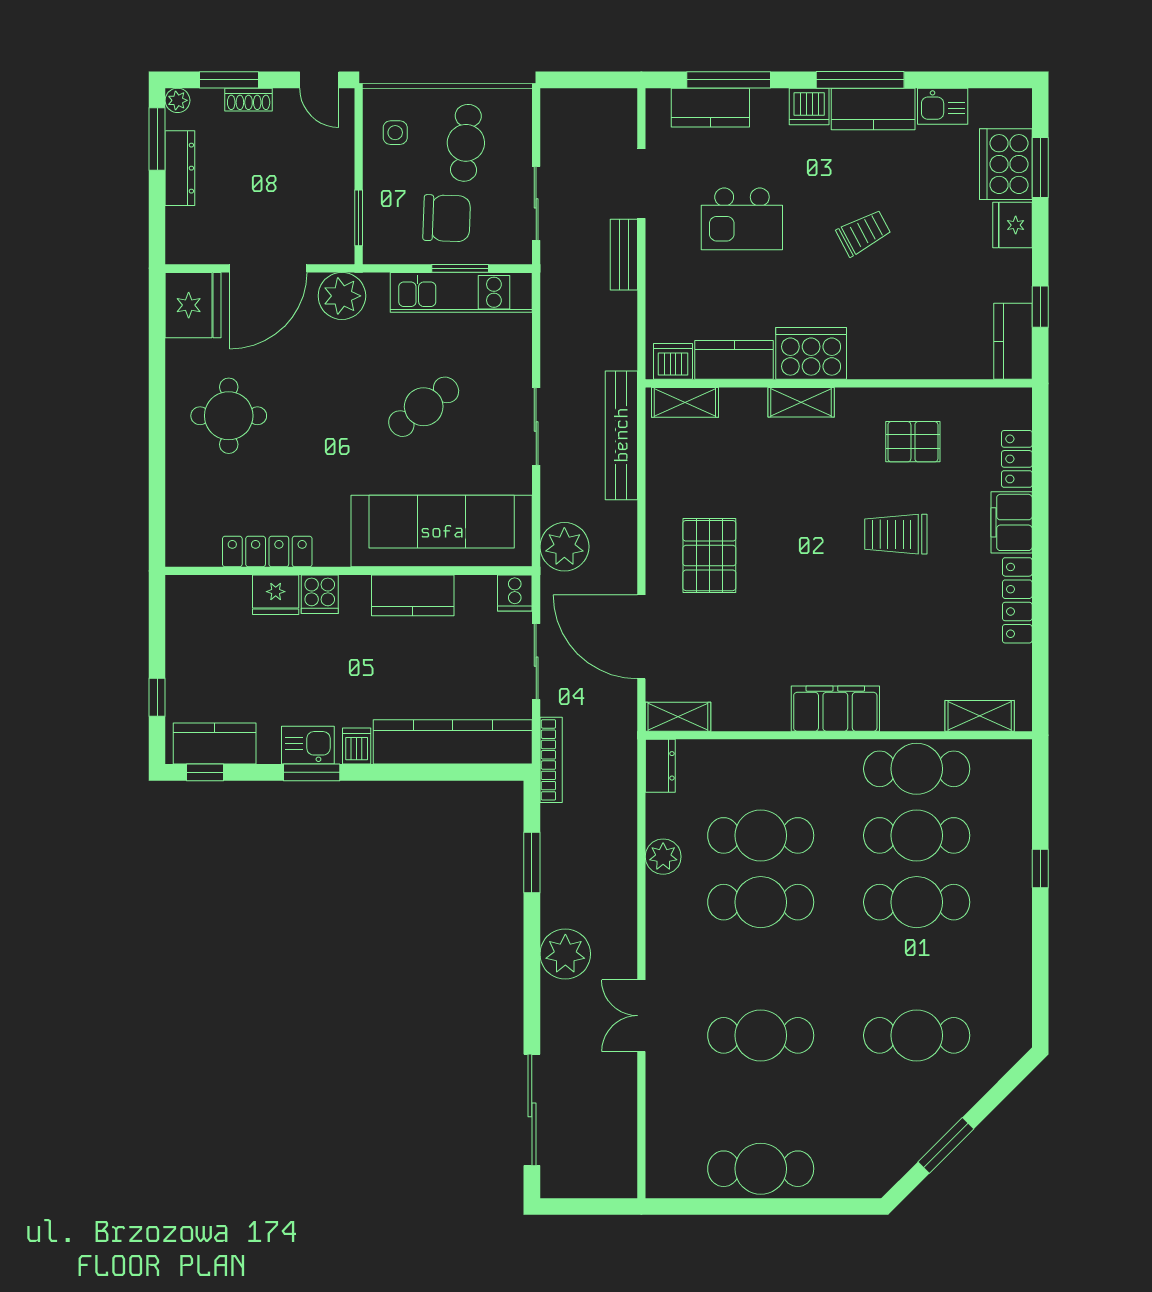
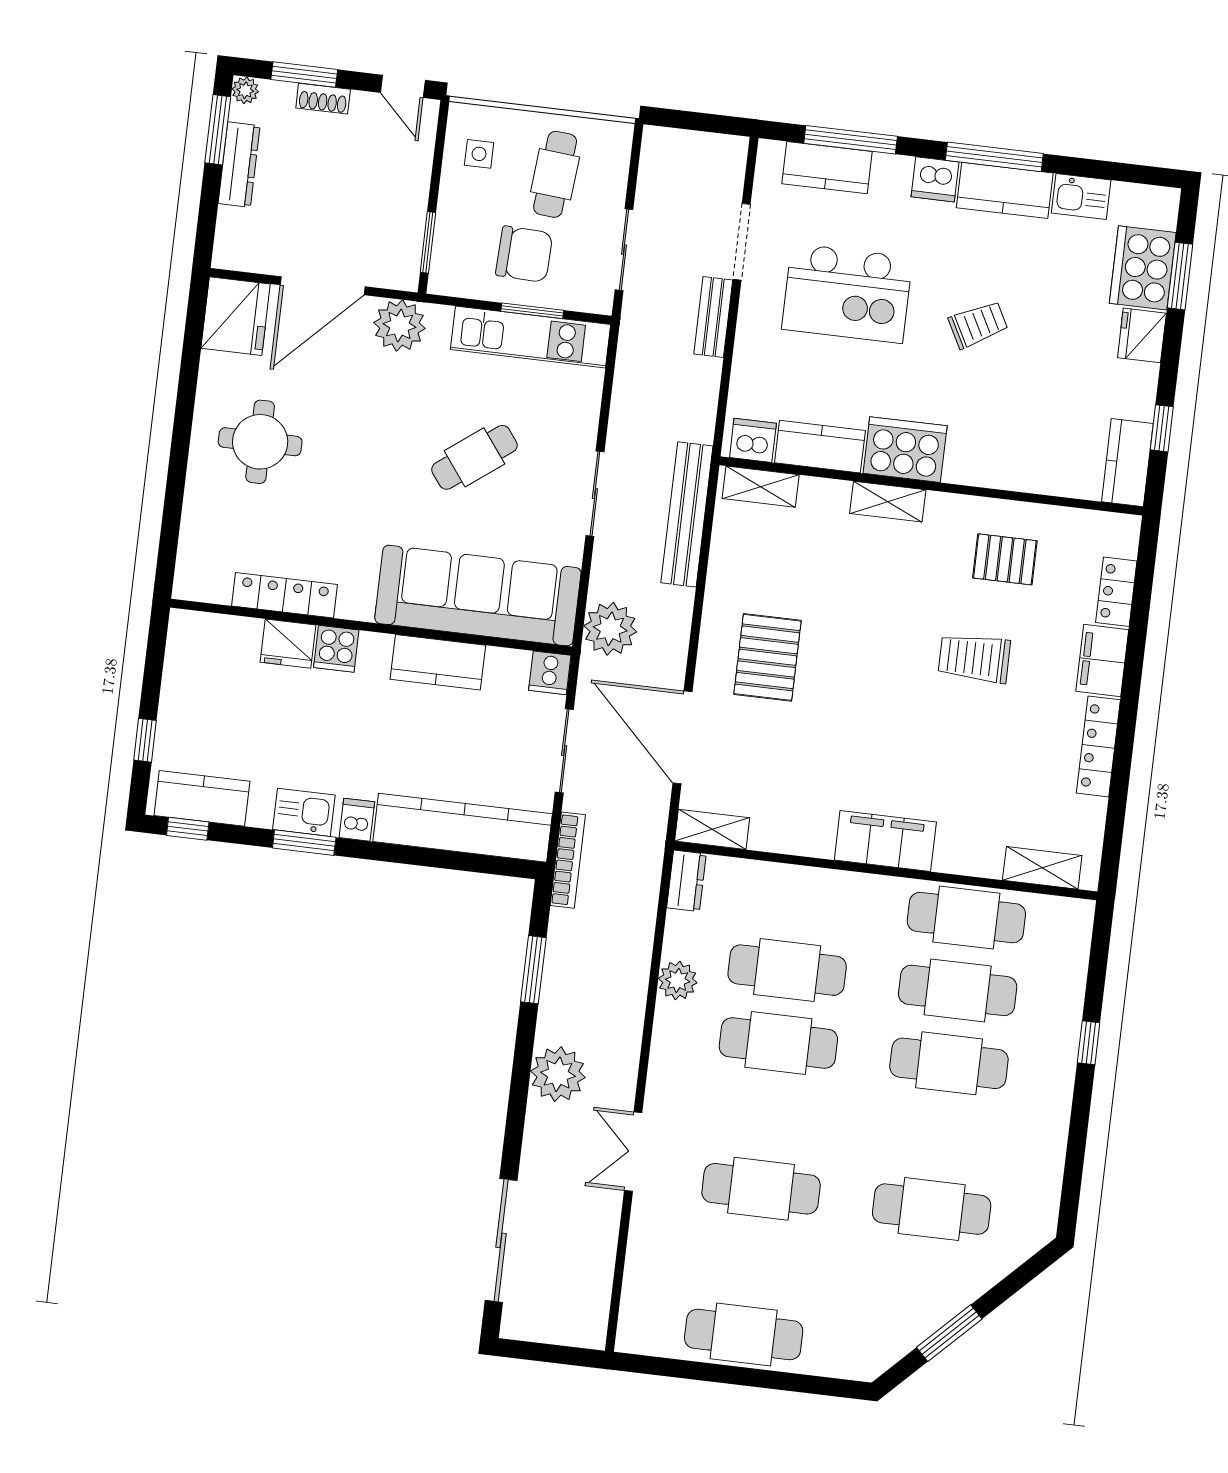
kitchen island: (742, 219) -> (847, 293), width x1.37, depth x1.28

